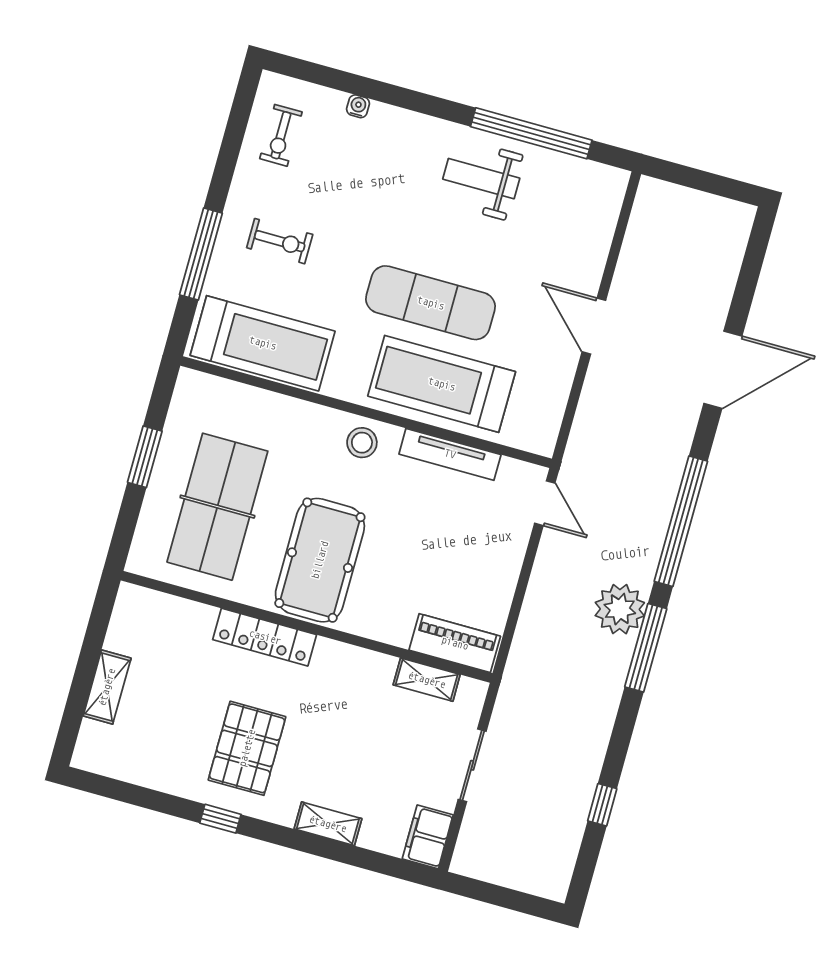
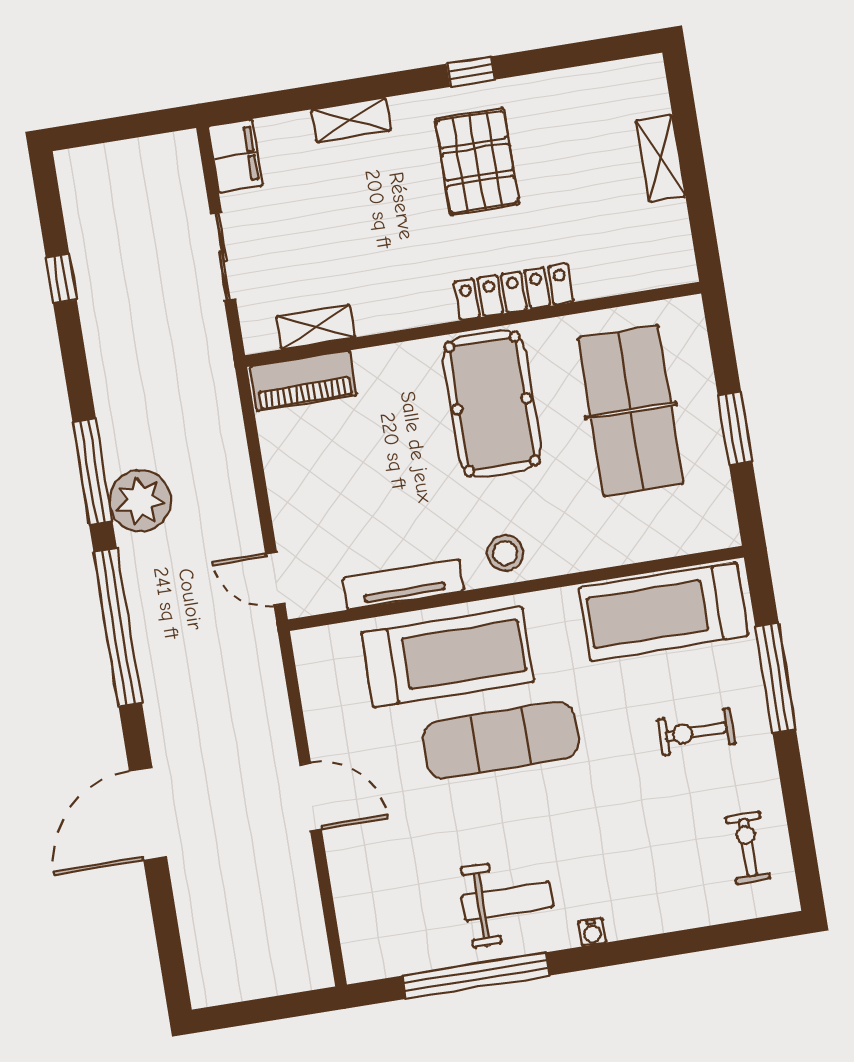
water cooler: (358, 106) -> (592, 932), moved

